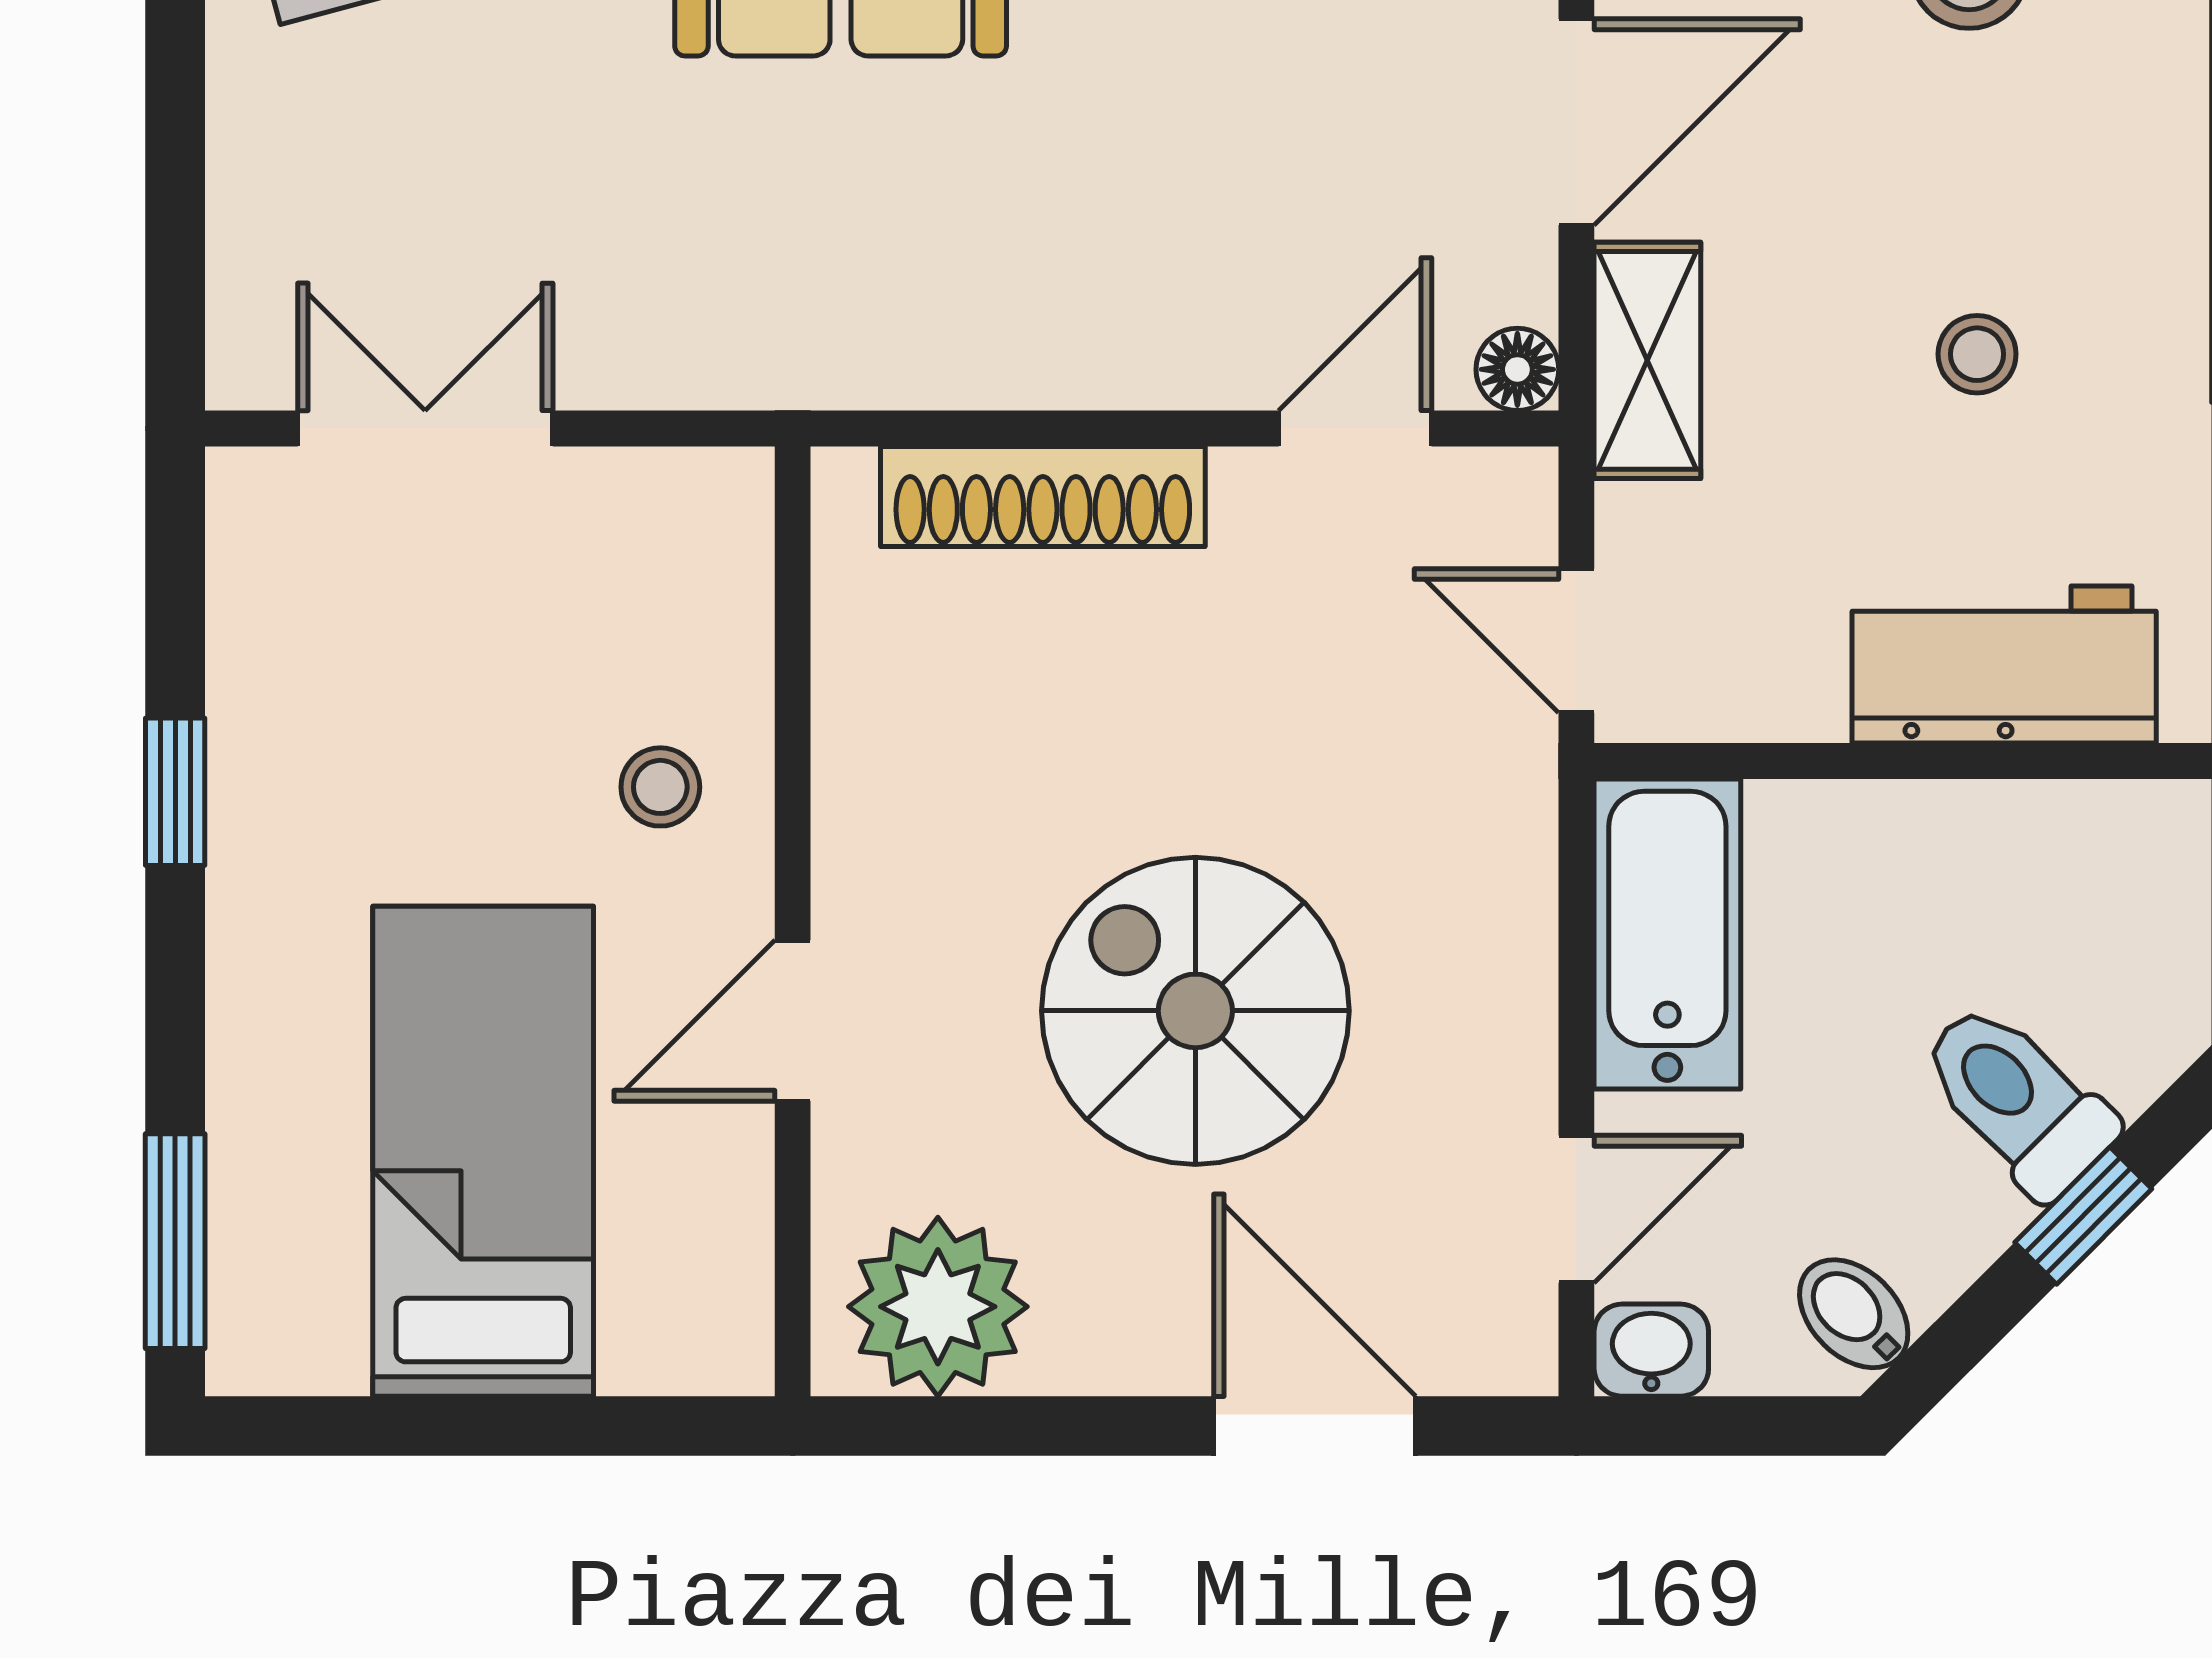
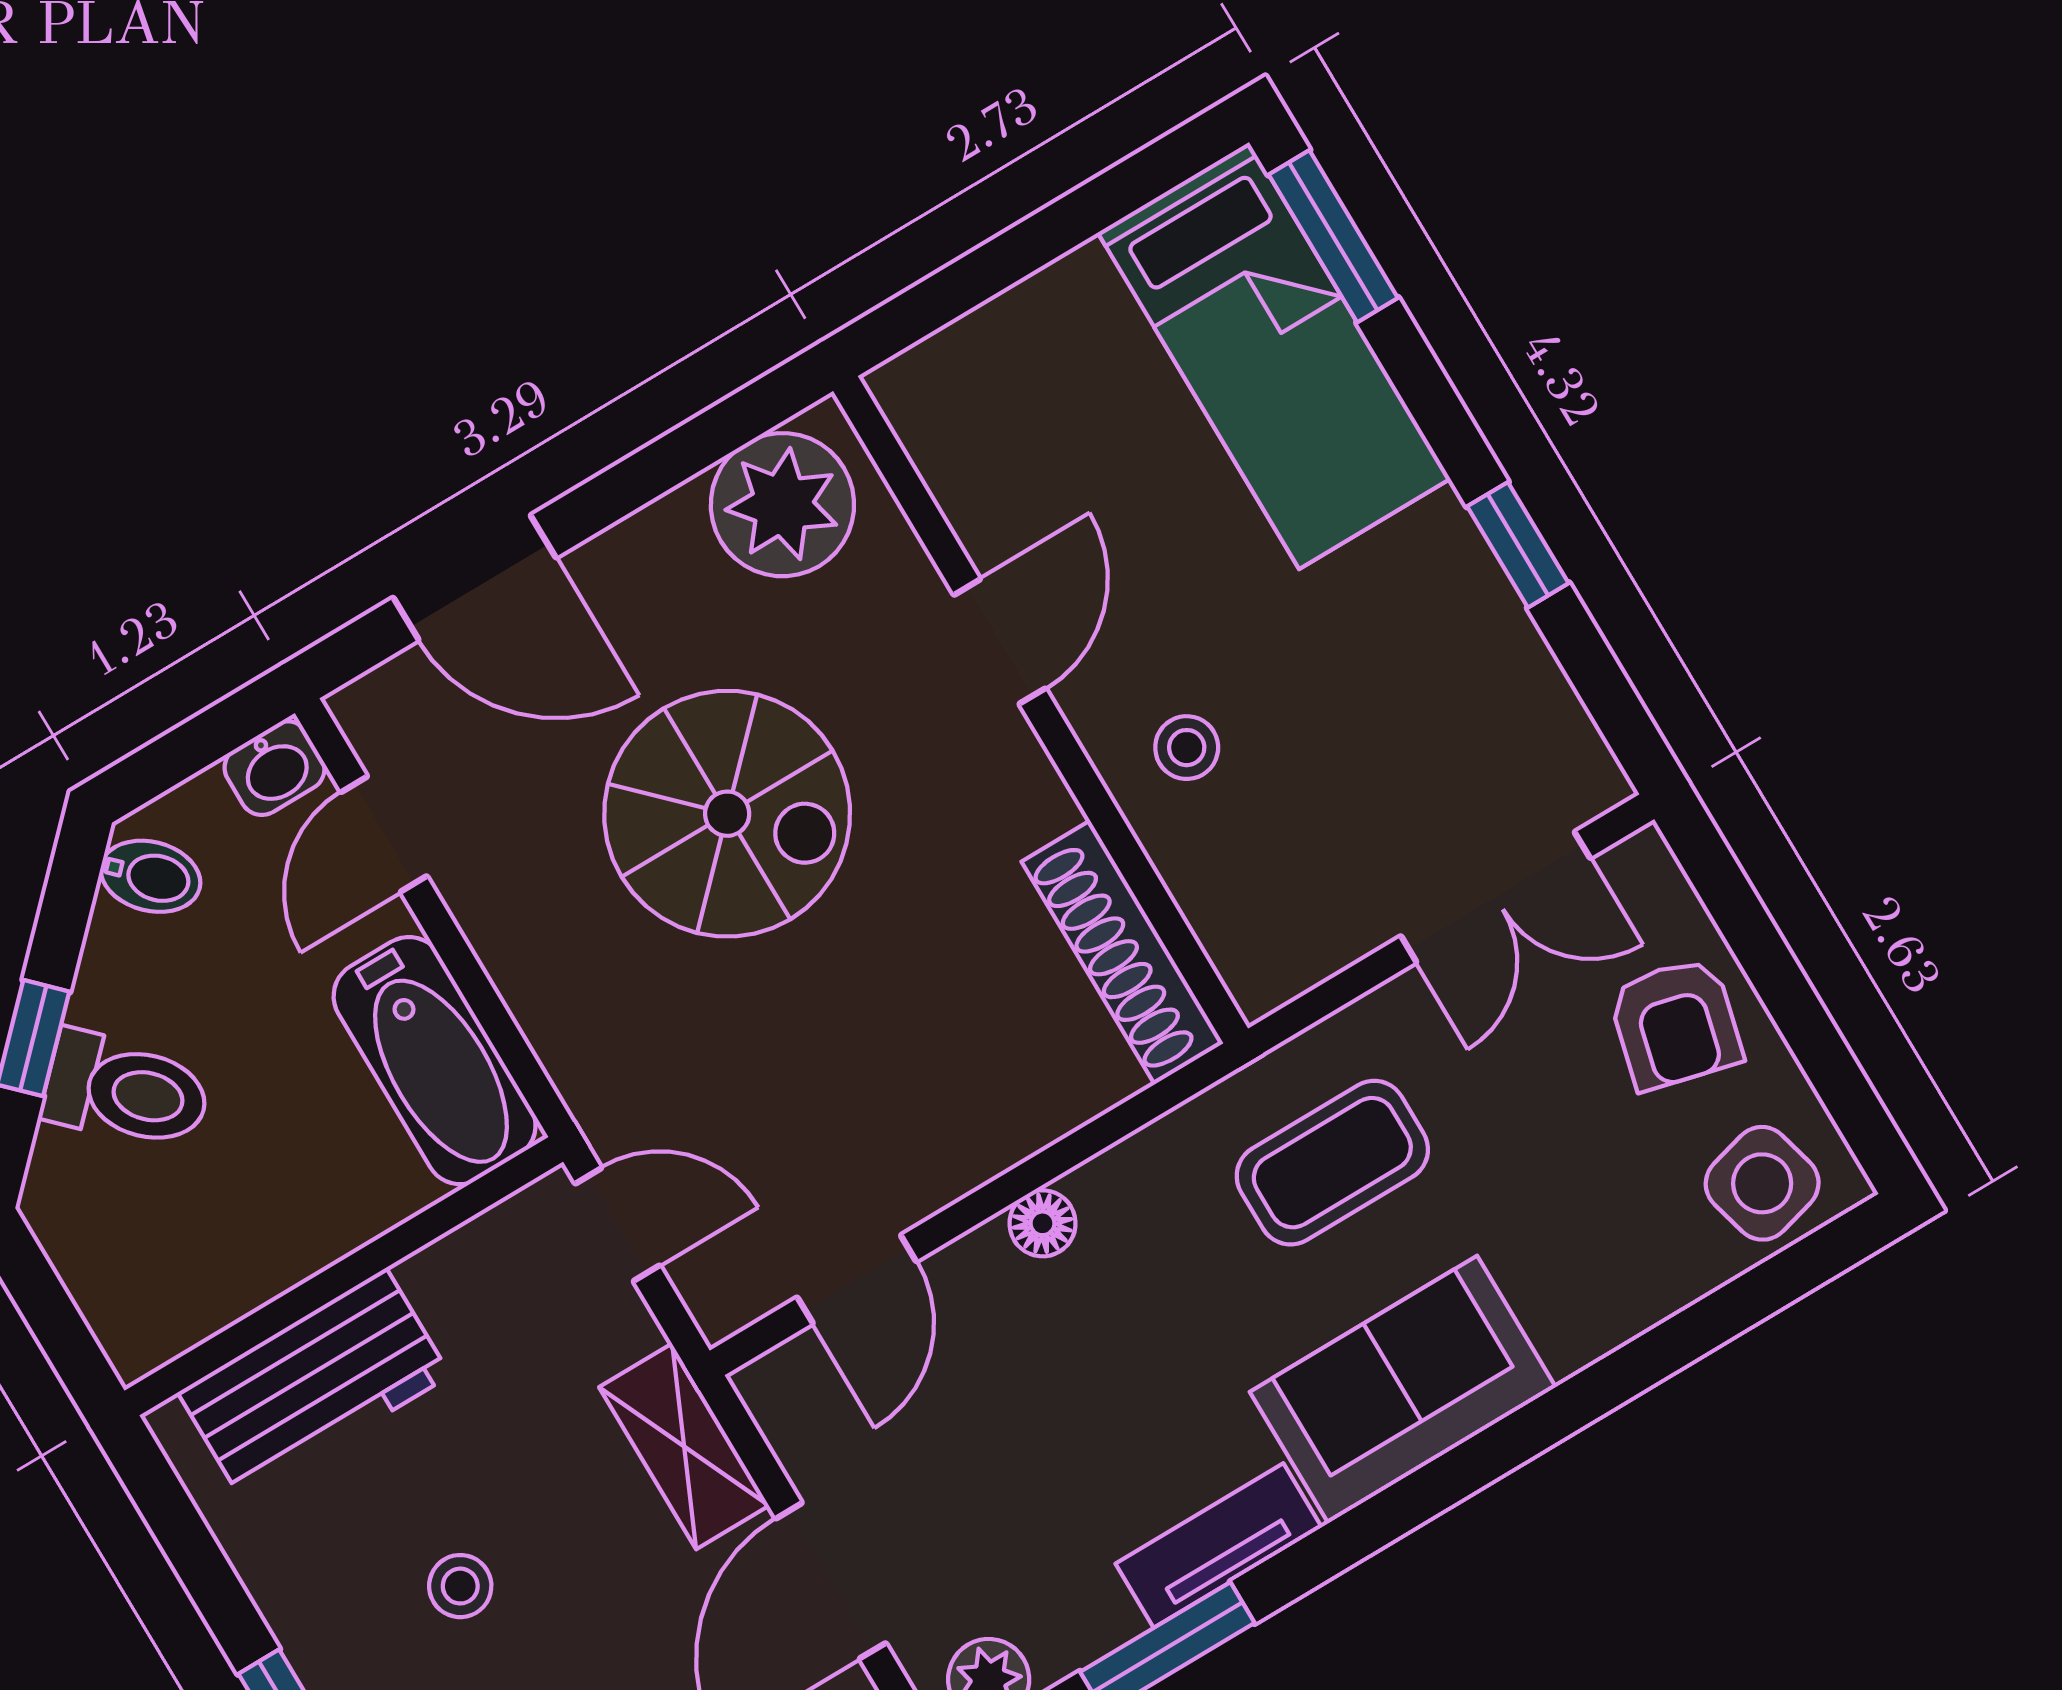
armchair: (314, 178) -> (1675, 1024), added
coffee table: (770, 249) -> (1332, 1163), added
floor lamp: (1517, 369) -> (1043, 1223), moved
shoe rack: (1043, 496) -> (1122, 952), moved, turned -90
bed: (483, 1151) -> (1274, 356), moved

